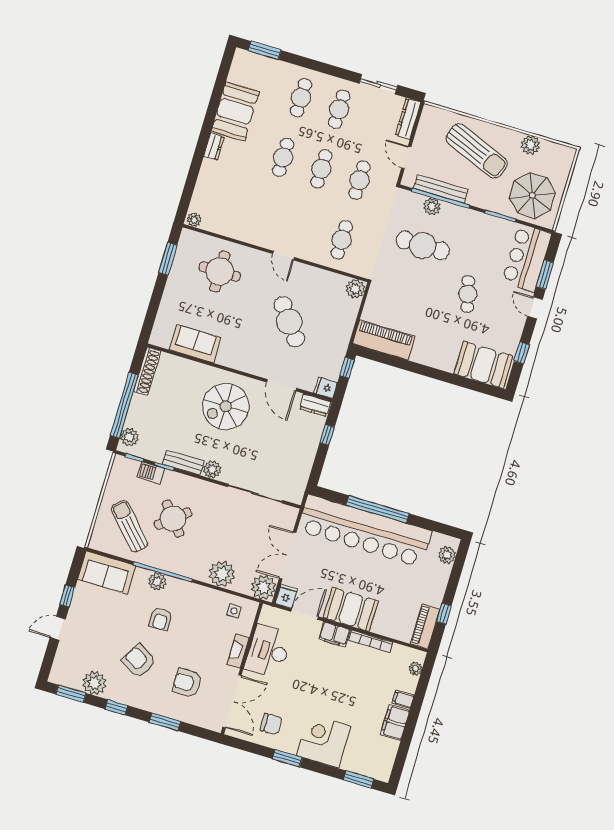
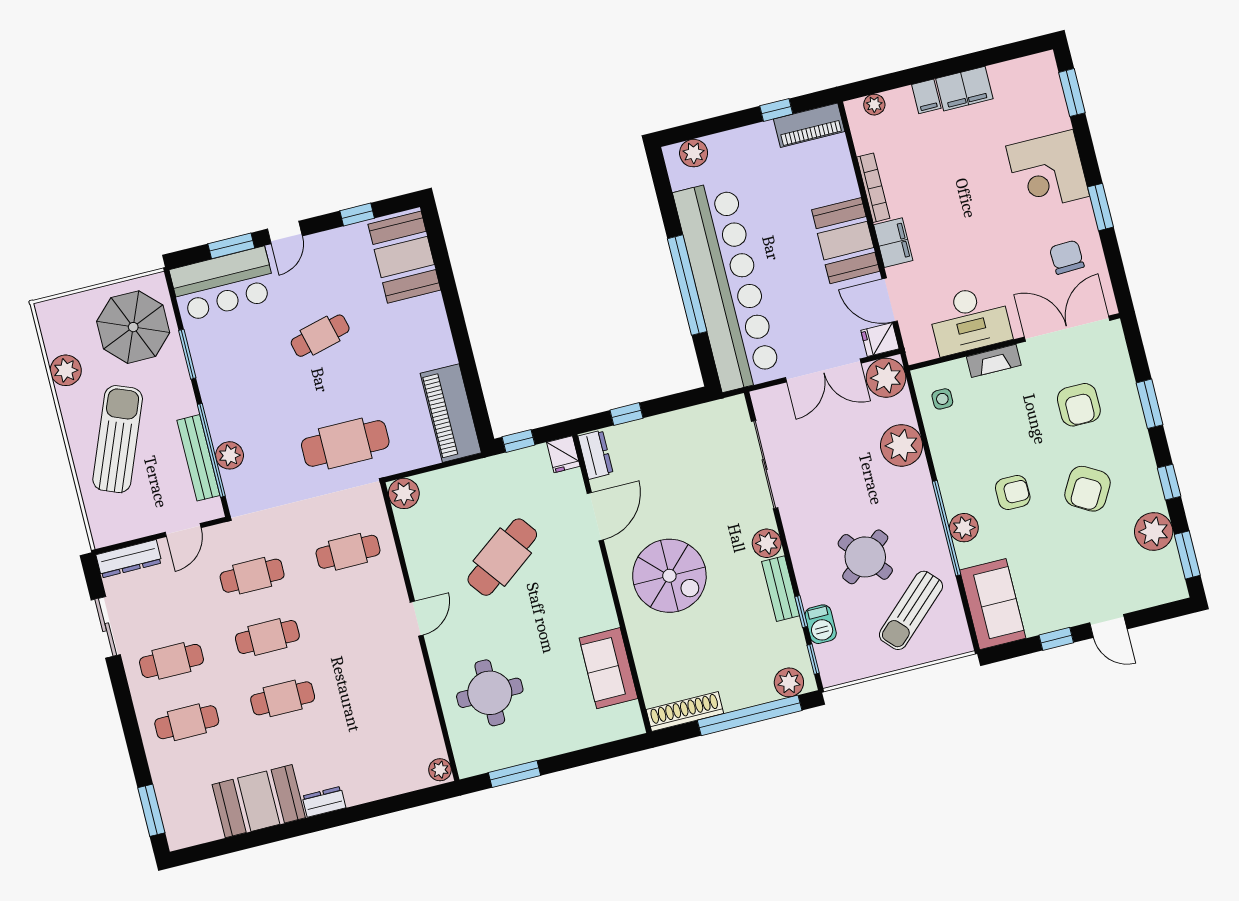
cafe table: (423, 245) -> (345, 443), moved, turned 90

